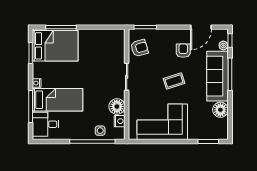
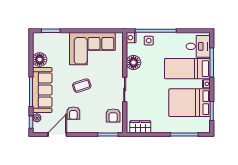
wardrobe: (109, 36) -> (140, 127), added
bed: (55, 46) -> (190, 103), moved
armchair: (139, 48) -> (113, 116), turned -74
nightstand: (120, 121) -> (131, 38), moved

